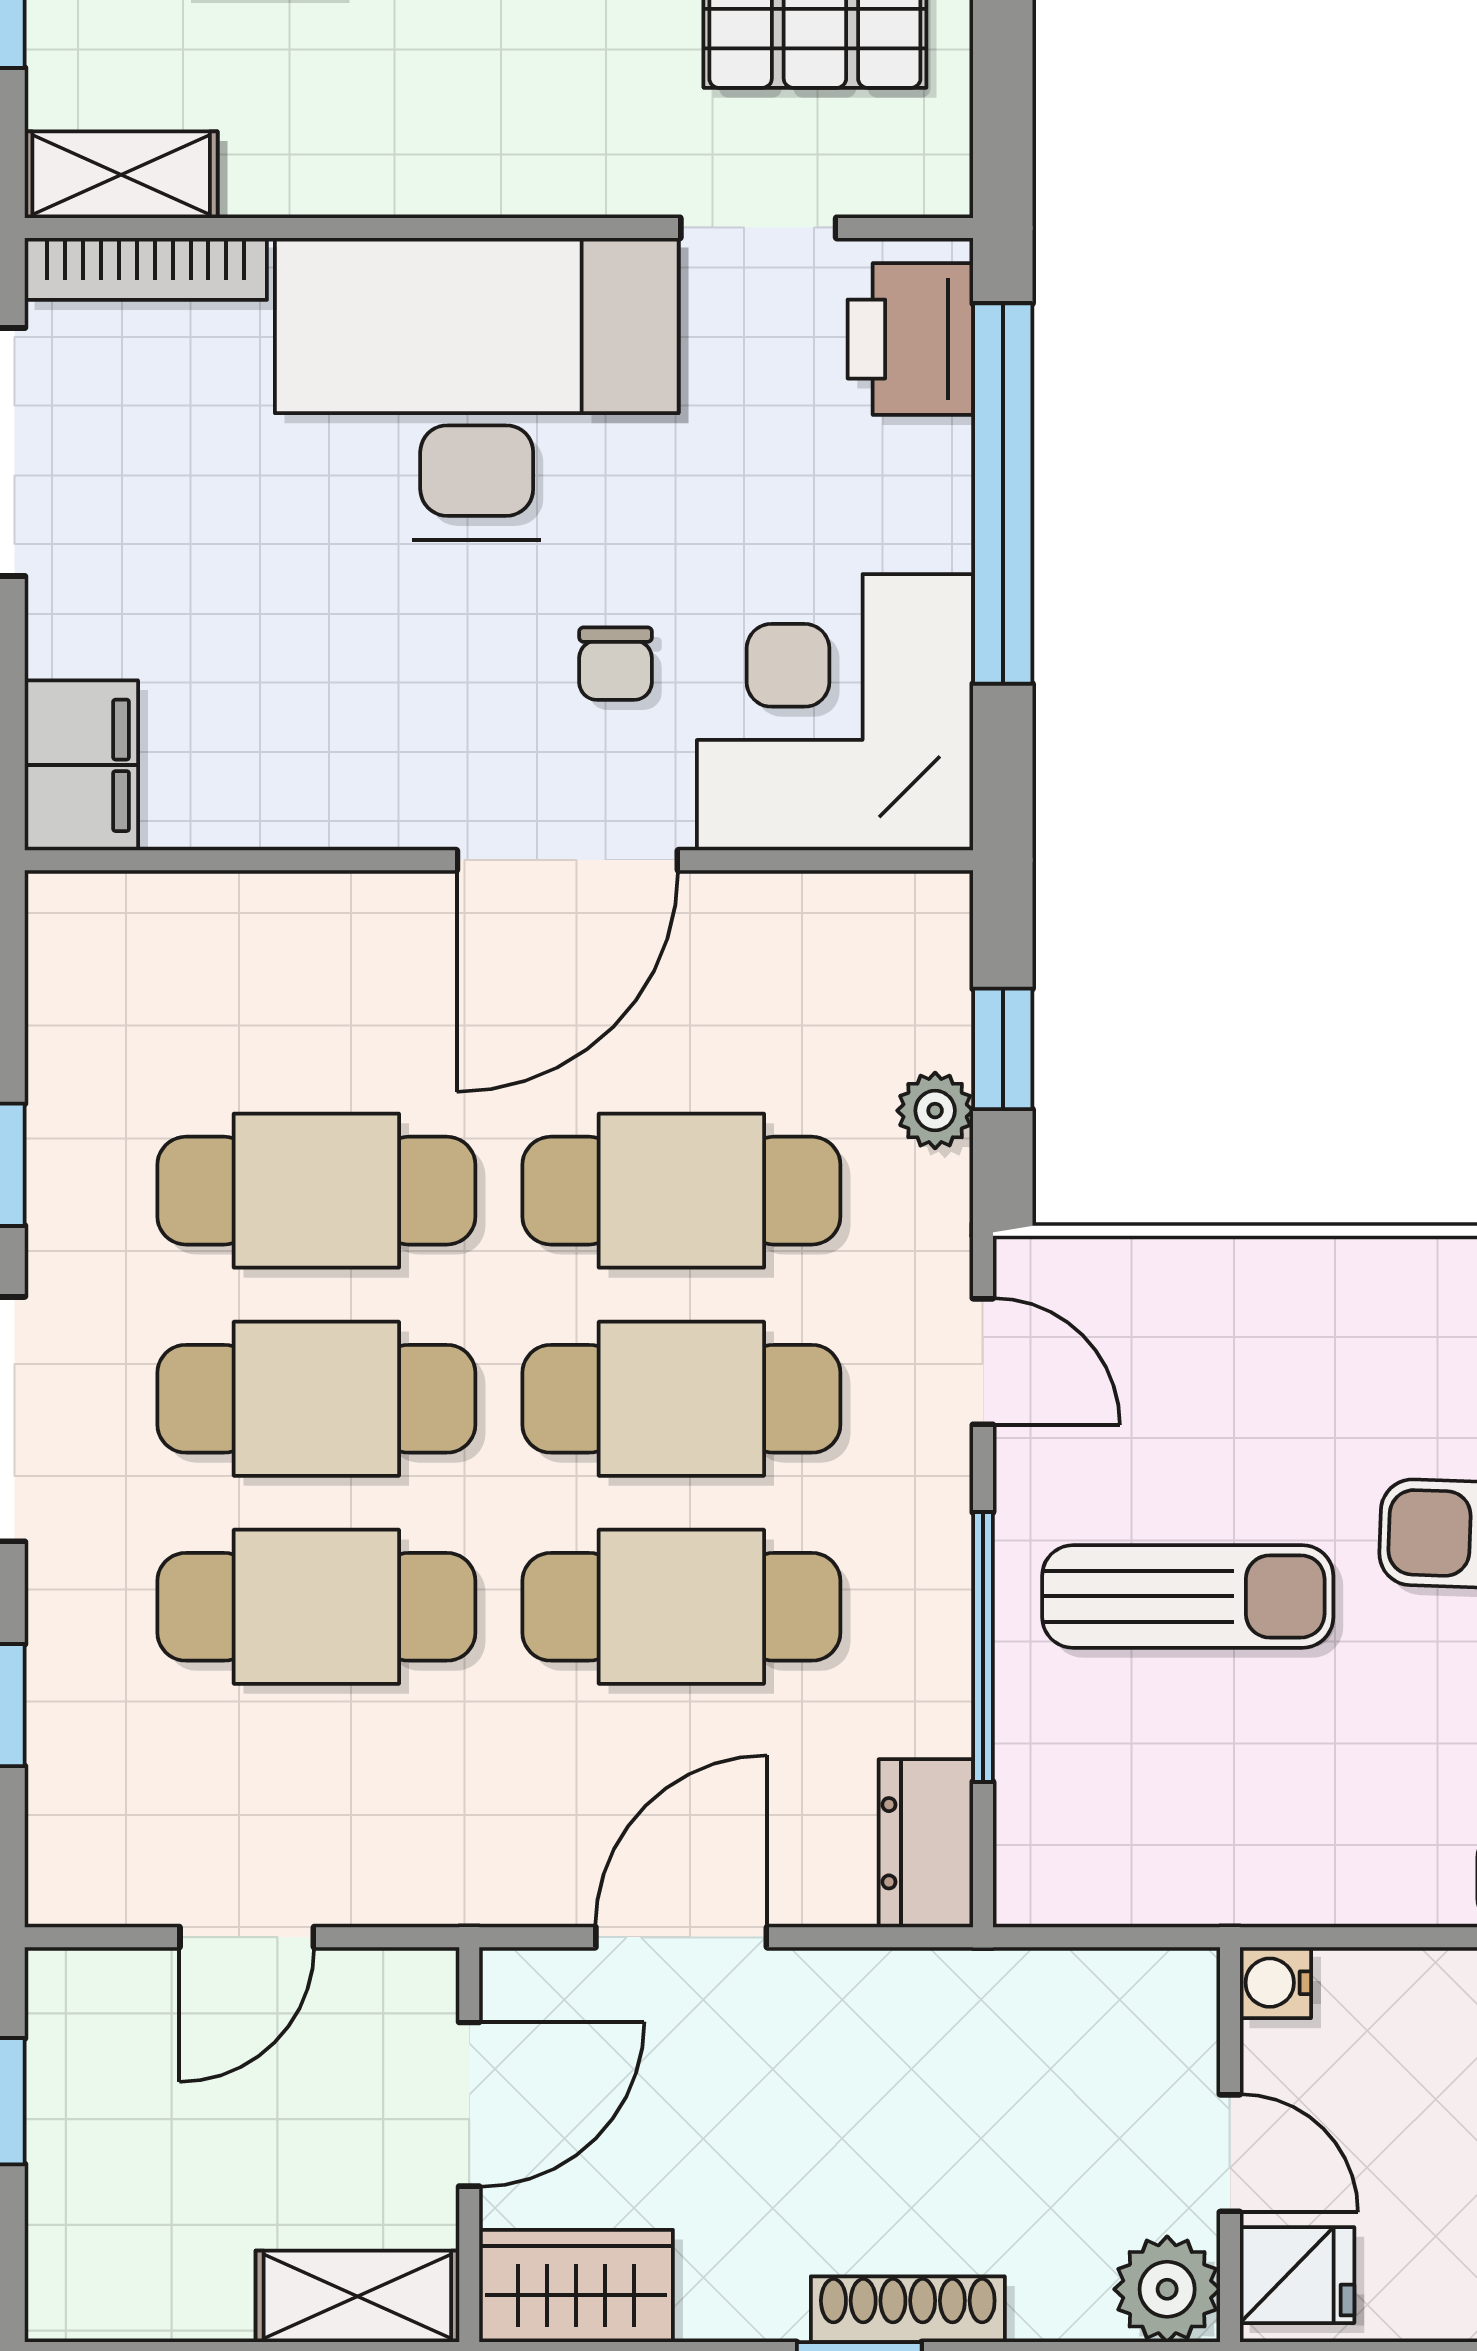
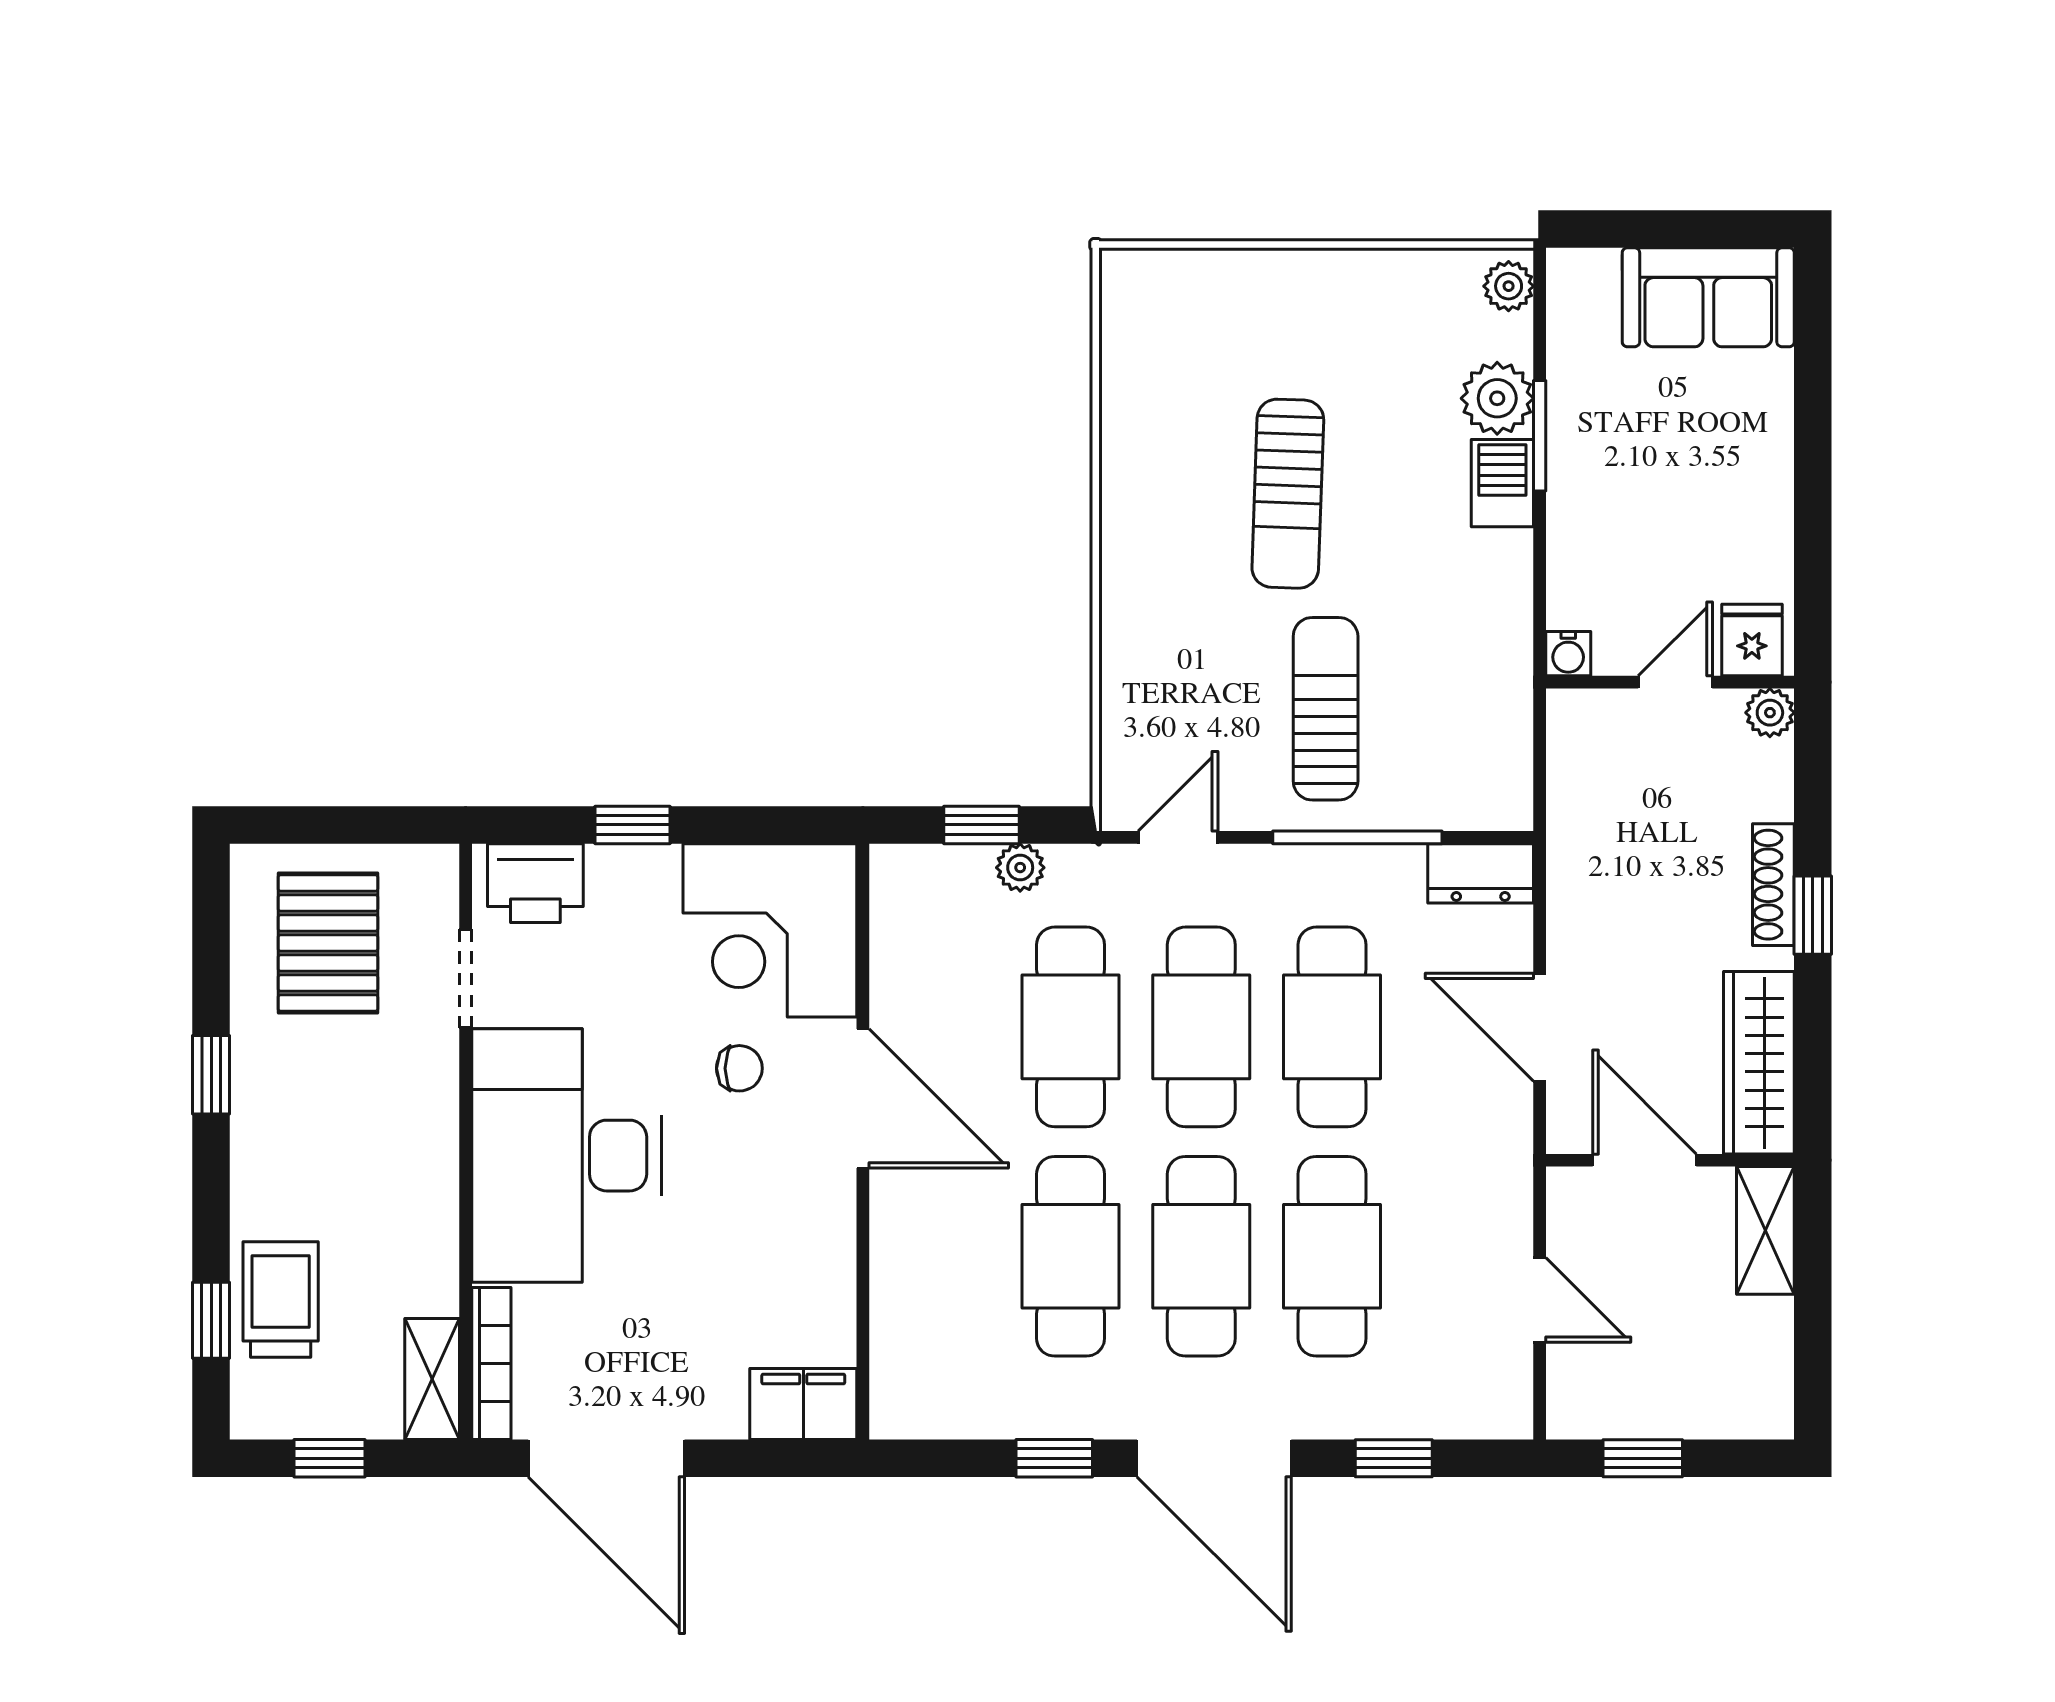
window: (1003, 494) -> (632, 825), width x0.32
wardrobe: (576, 2286) -> (1759, 1063), width x1.50
plant: (1167, 2289) -> (1770, 713), width x0.73, depth x0.73

